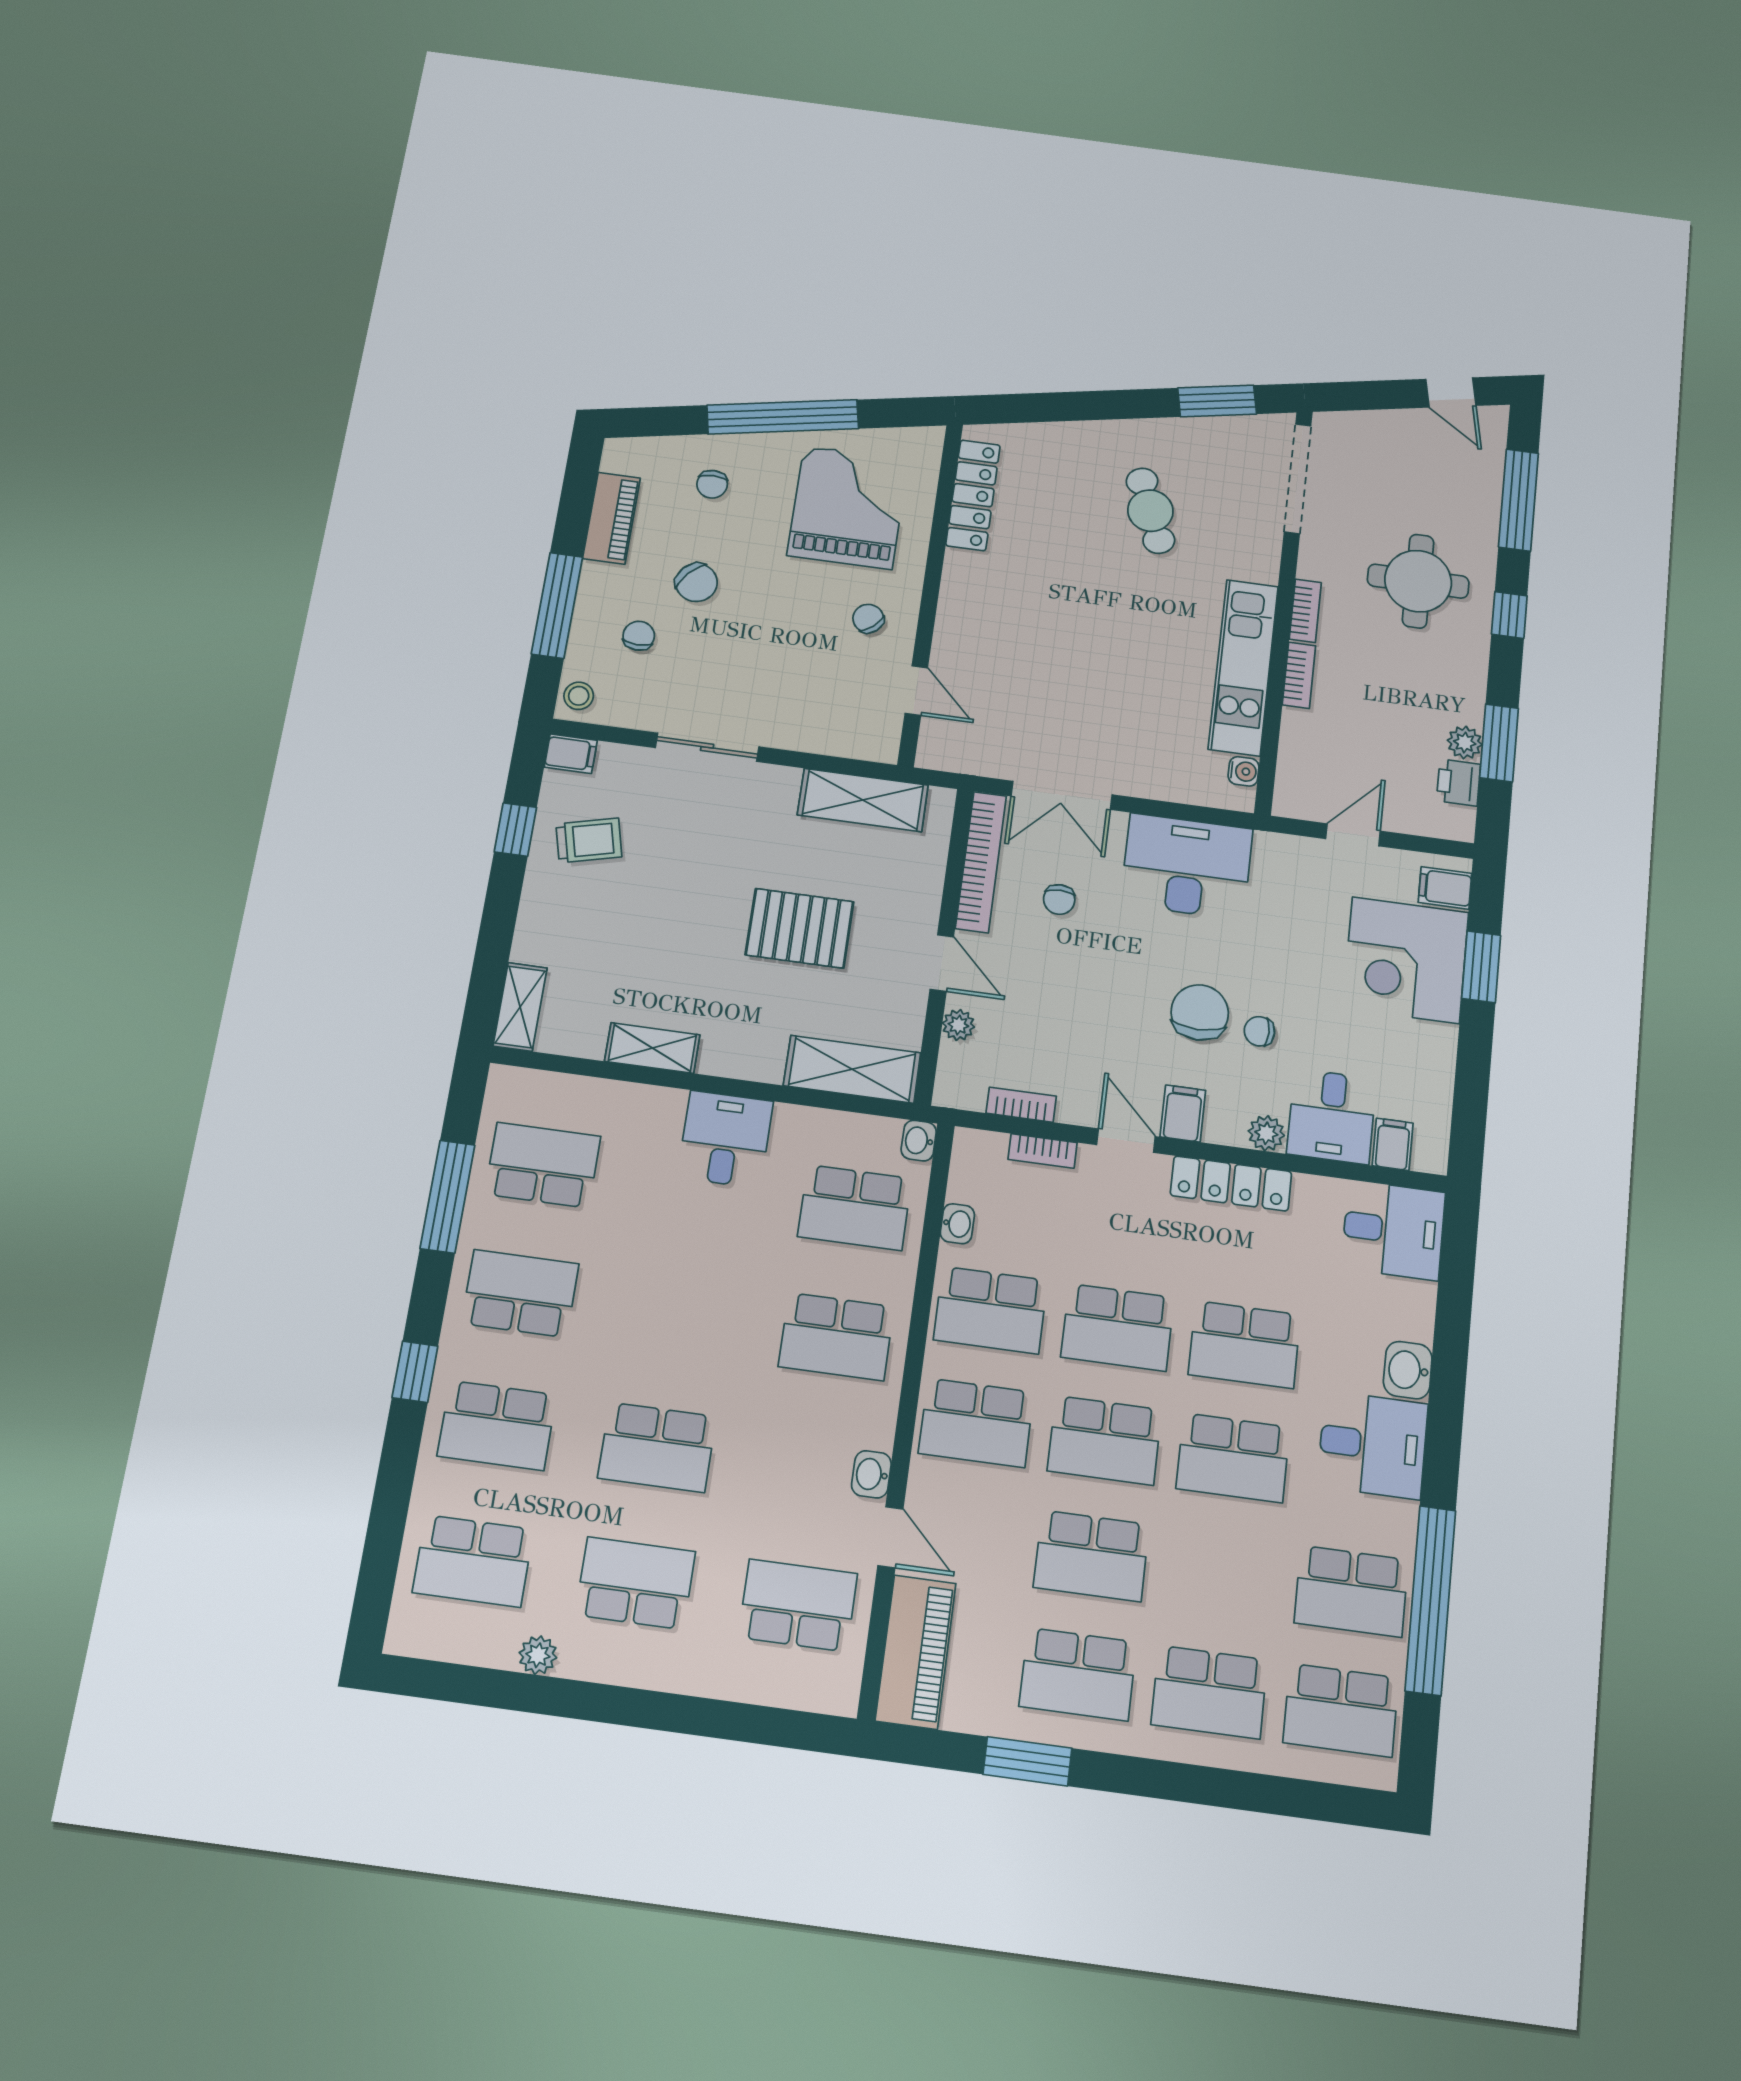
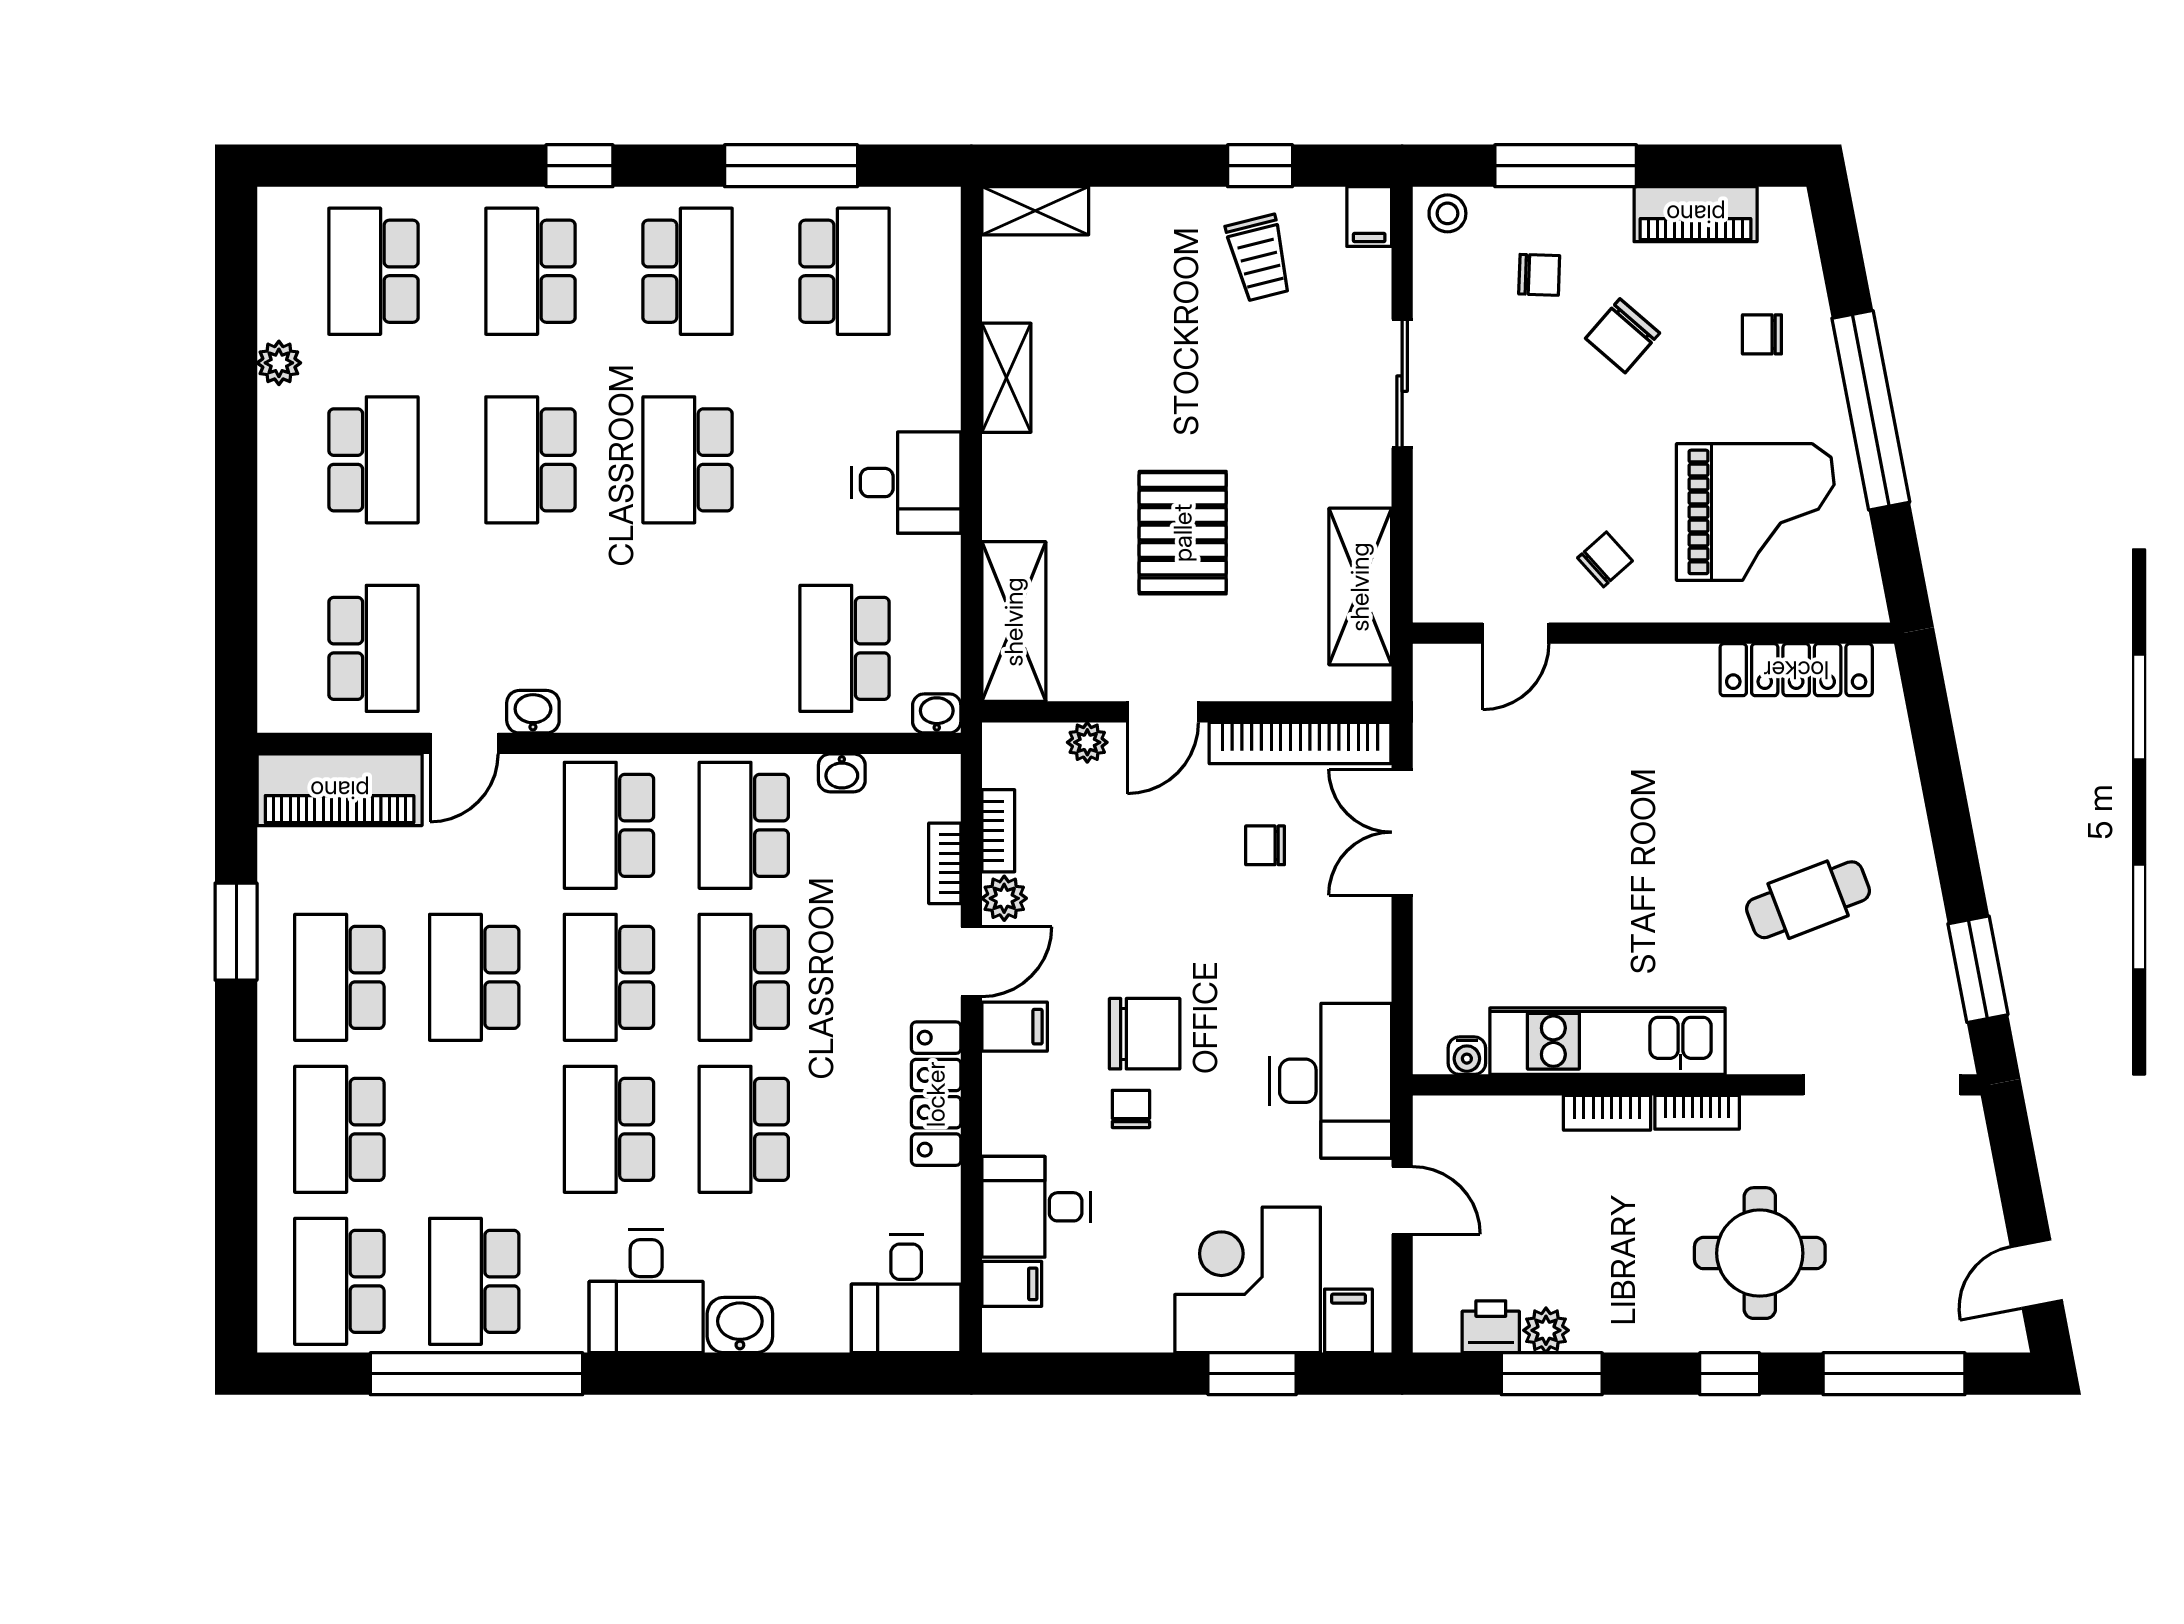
desk: (1187, 866) -> (1331, 1081), moved
plant: (1266, 1133) -> (1004, 898), moved
school desk: (836, 1337) -> (688, 460), moved

